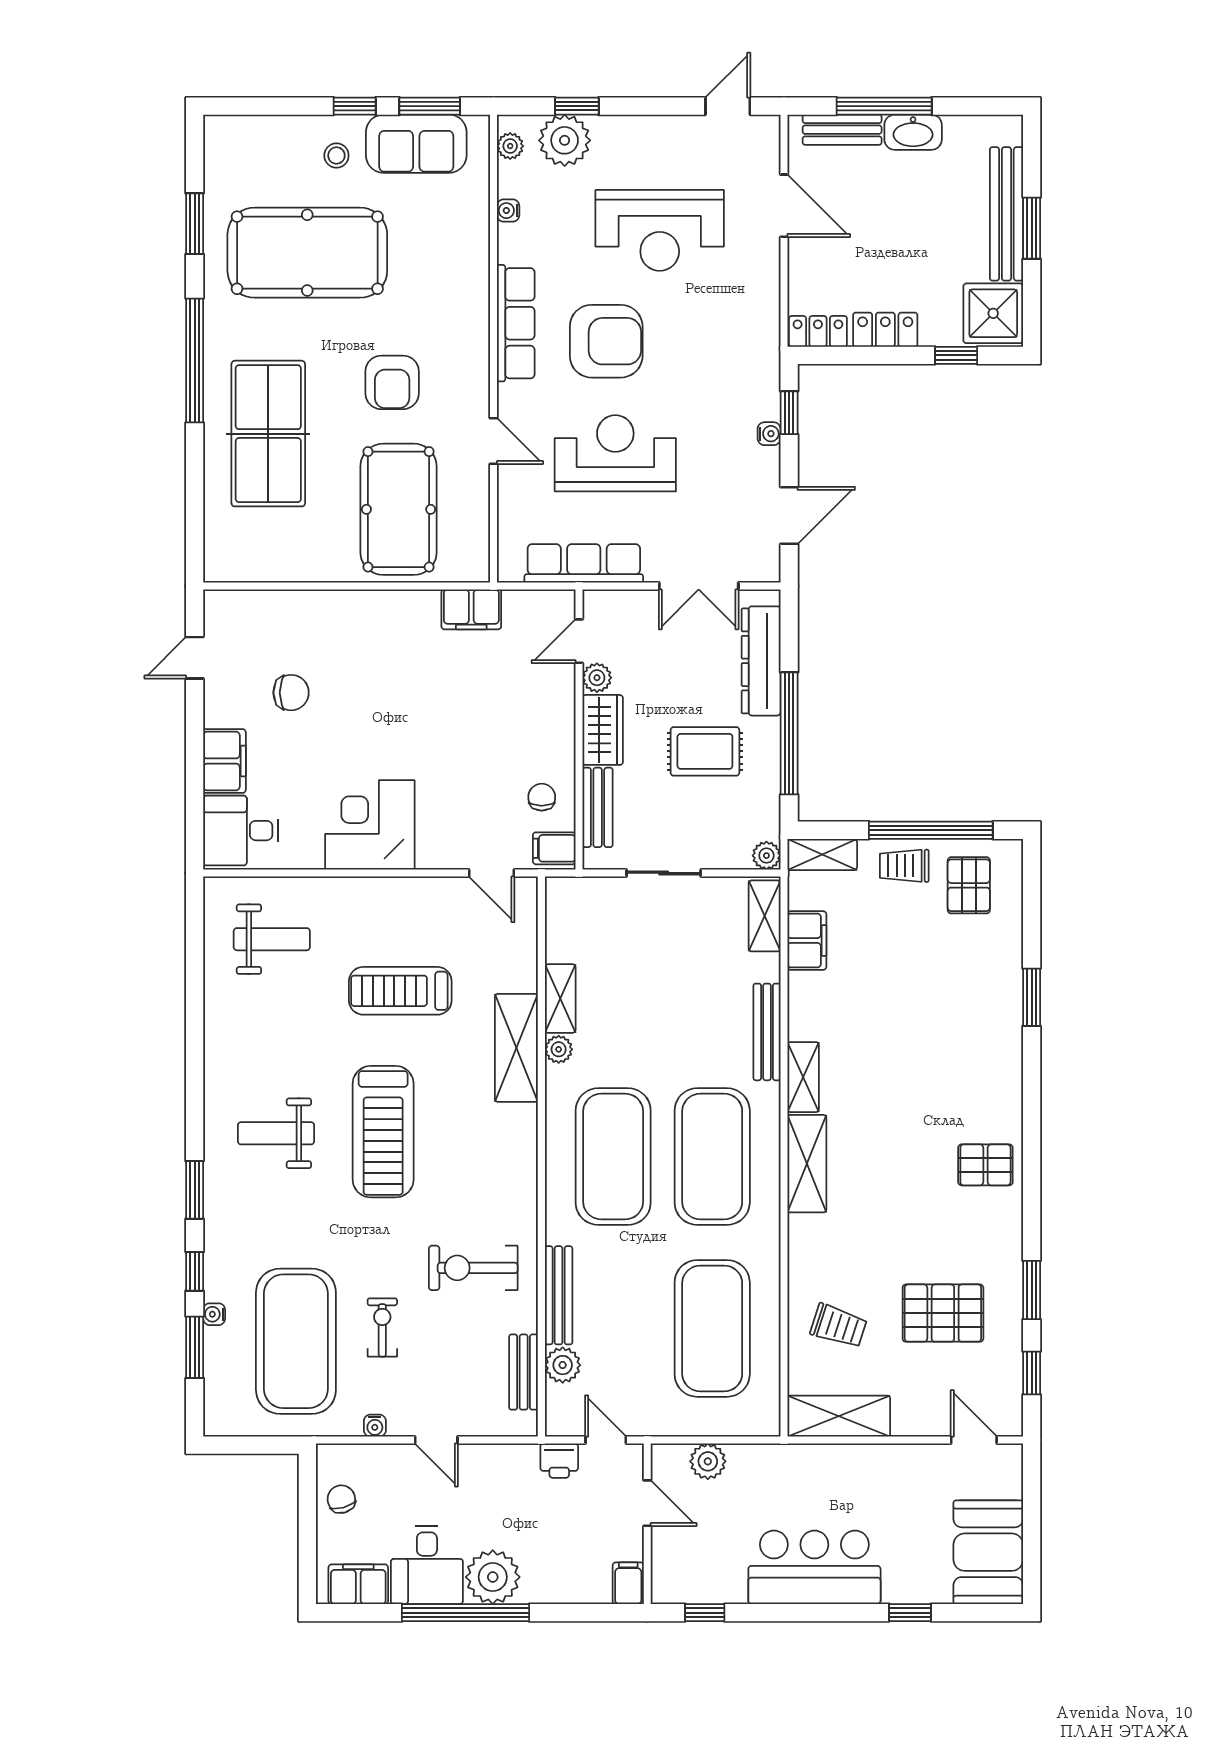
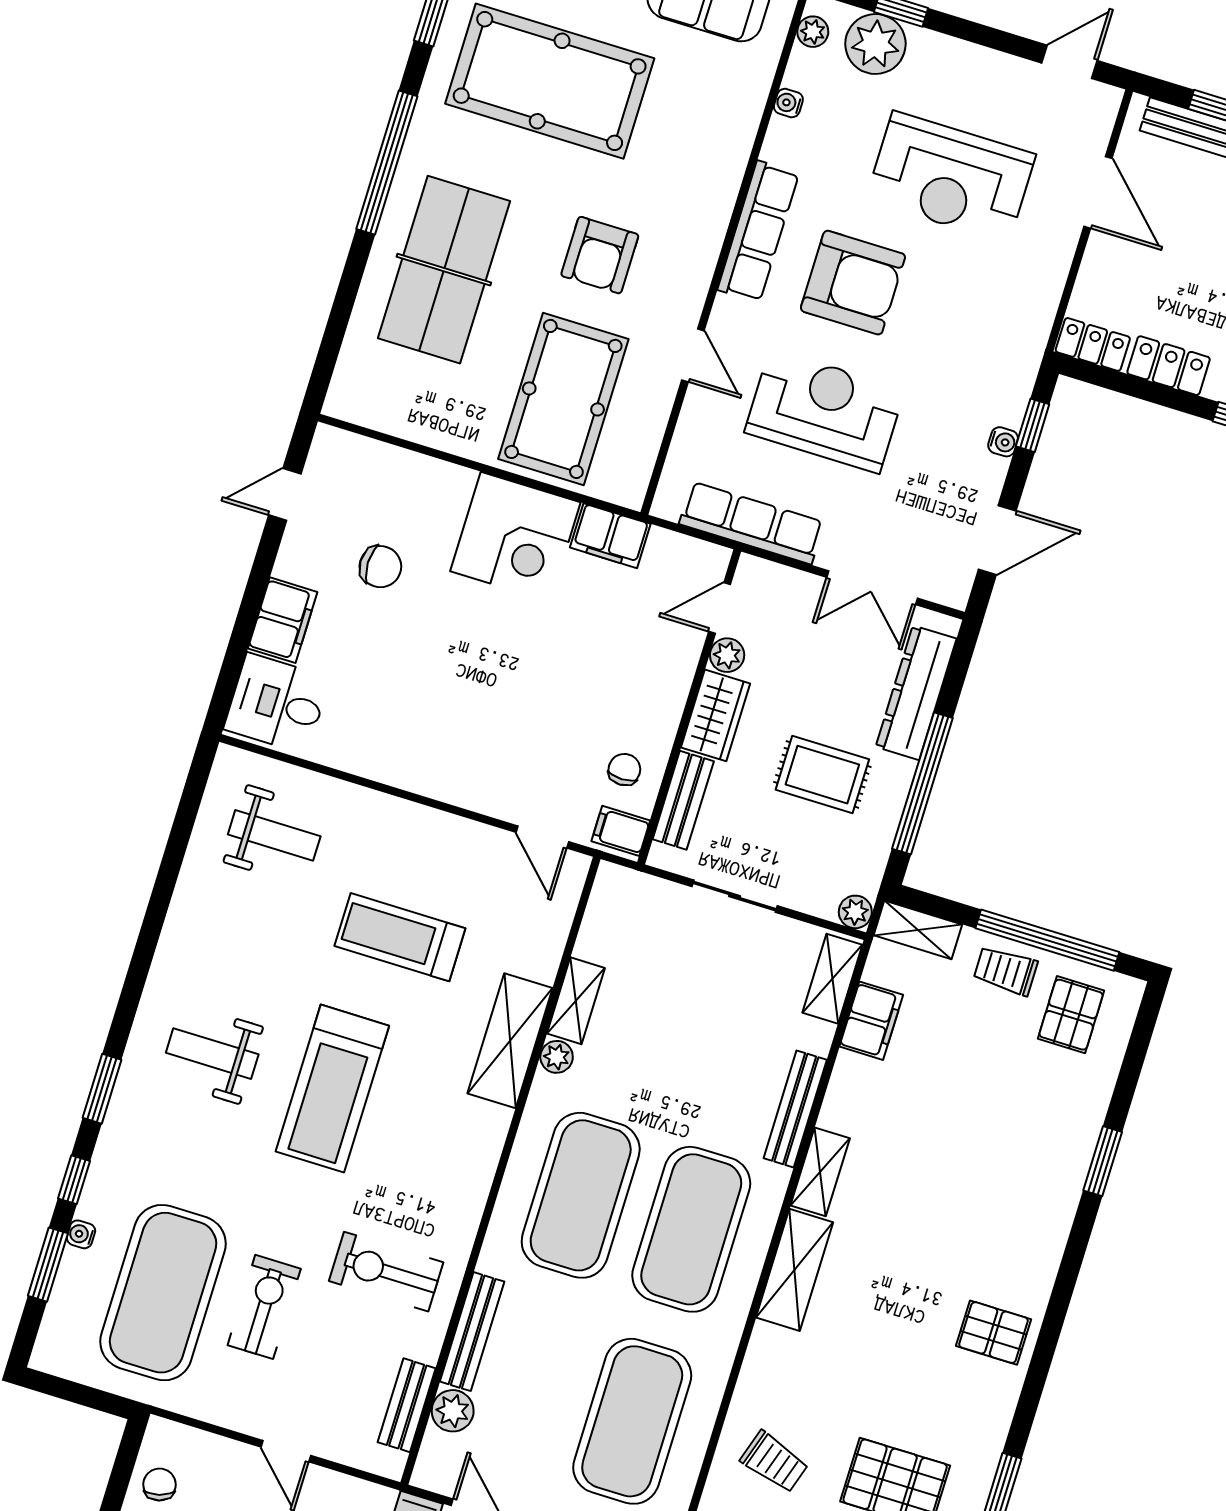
corner desk: (370, 825) -> (515, 537), moved, turned 180
exercise bike: (382, 1327) -> (264, 1307), width x1.38, depth x1.39
water cooler: (375, 1426) -> (222, 1414), removed

